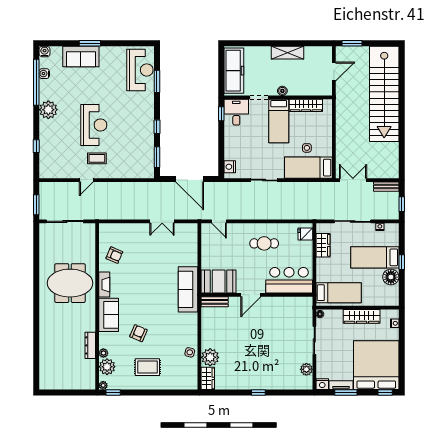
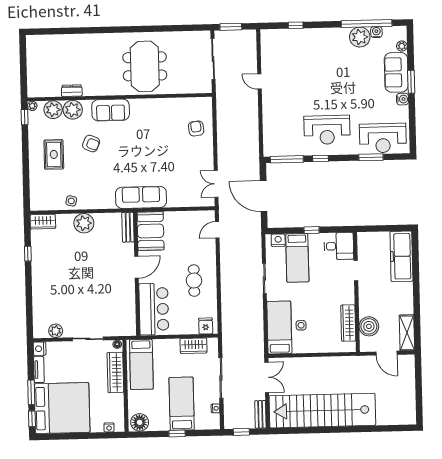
window: (352, 43) -> (418, 372), removed
plant: (57, 51) -> (402, 46), added
water cooler: (45, 52) -> (402, 99), moved
shelving: (287, 53) -> (407, 333), moved
freezer: (234, 71) -> (401, 256), moved, turned 90
boiler: (282, 91) -> (369, 326), moved, width x1.86, depth x1.86
stairs: (384, 94) -> (322, 411), moved
plant: (48, 110) -> (360, 37), moved
window: (221, 114) -> (312, 230), moved
bed: (279, 121) -> (297, 258), moved, turned -90
reception desk: (94, 125) -> (327, 130), moved
window: (157, 157) -> (287, 159), width x1.44
coffee table: (97, 158) -> (284, 93), removed
door: (190, 179) -> (264, 196), hinge flipped
double door: (162, 221) -> (216, 184), moved
armchair: (114, 255) -> (196, 128), moved, turned 150
floor lamp: (391, 277) -> (140, 422), moved
fireplace: (104, 285) -> (144, 104), removed
door: (251, 295) -> (137, 267), swing flipped
wardrobe: (362, 316) -> (115, 372), moved
dresser: (90, 345) -> (72, 91), width x0.70
plant: (103, 353) -> (73, 110), width x1.87, depth x1.87
plant: (210, 357) -> (84, 223), moved
window: (258, 393) -> (28, 254), moved
window: (346, 393) -> (31, 392), moved

